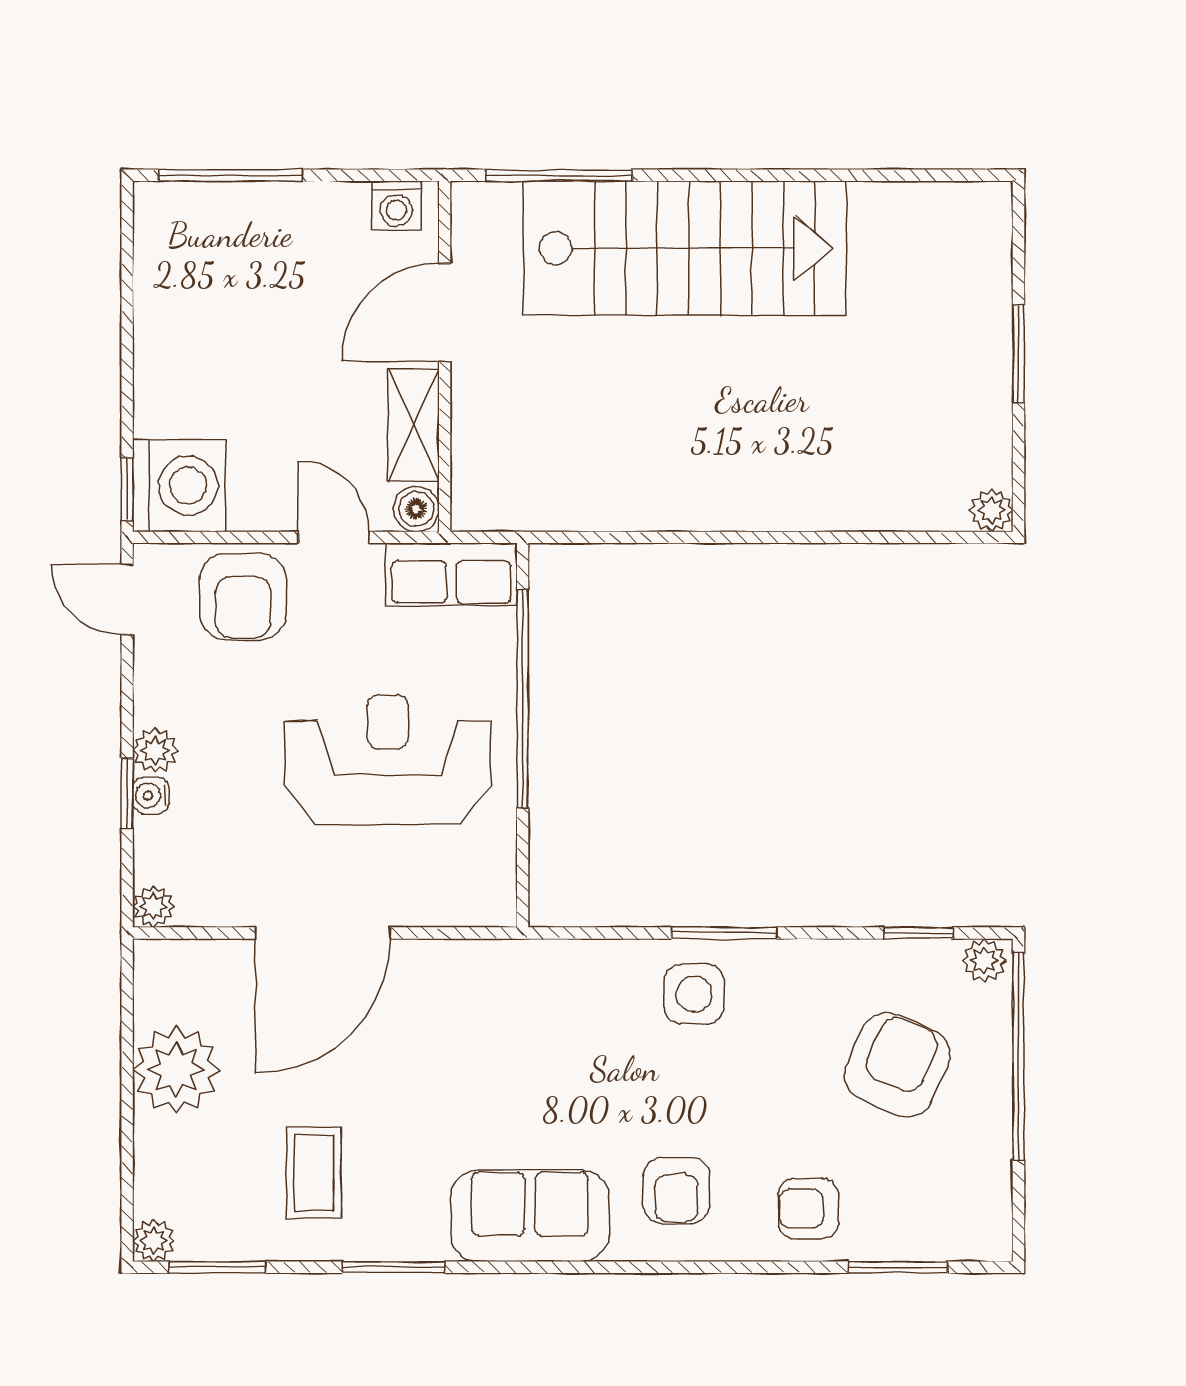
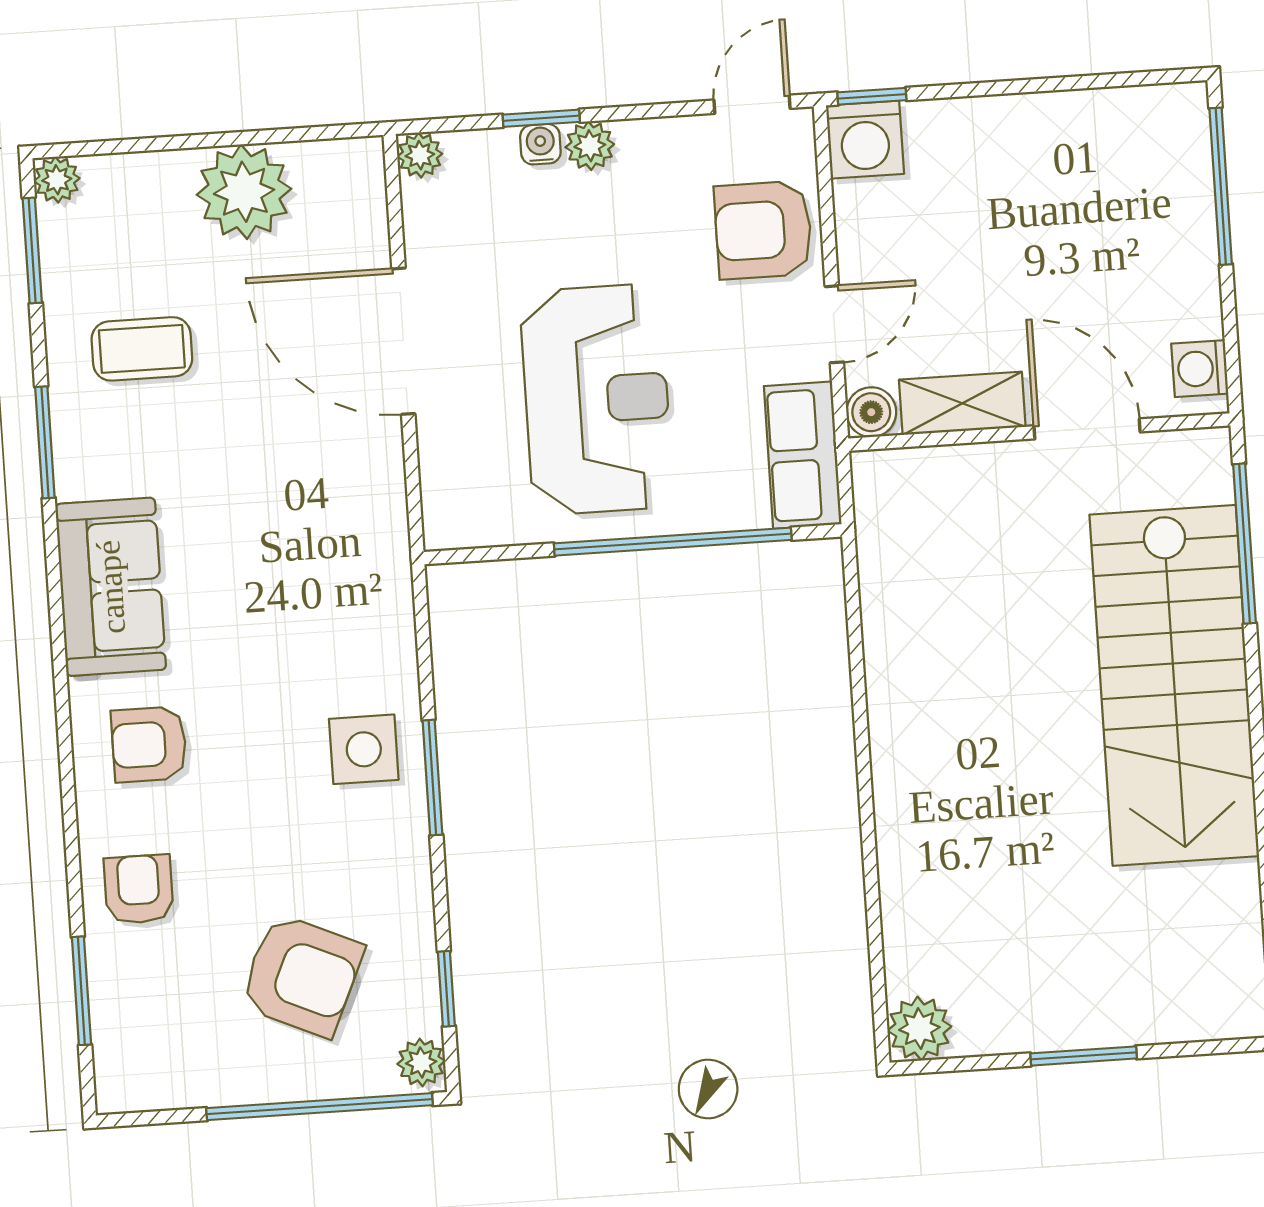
washing machine: (179, 486) -> (865, 140), width x0.73, depth x0.73
plant: (991, 510) -> (919, 1029), width x1.38, depth x1.38

